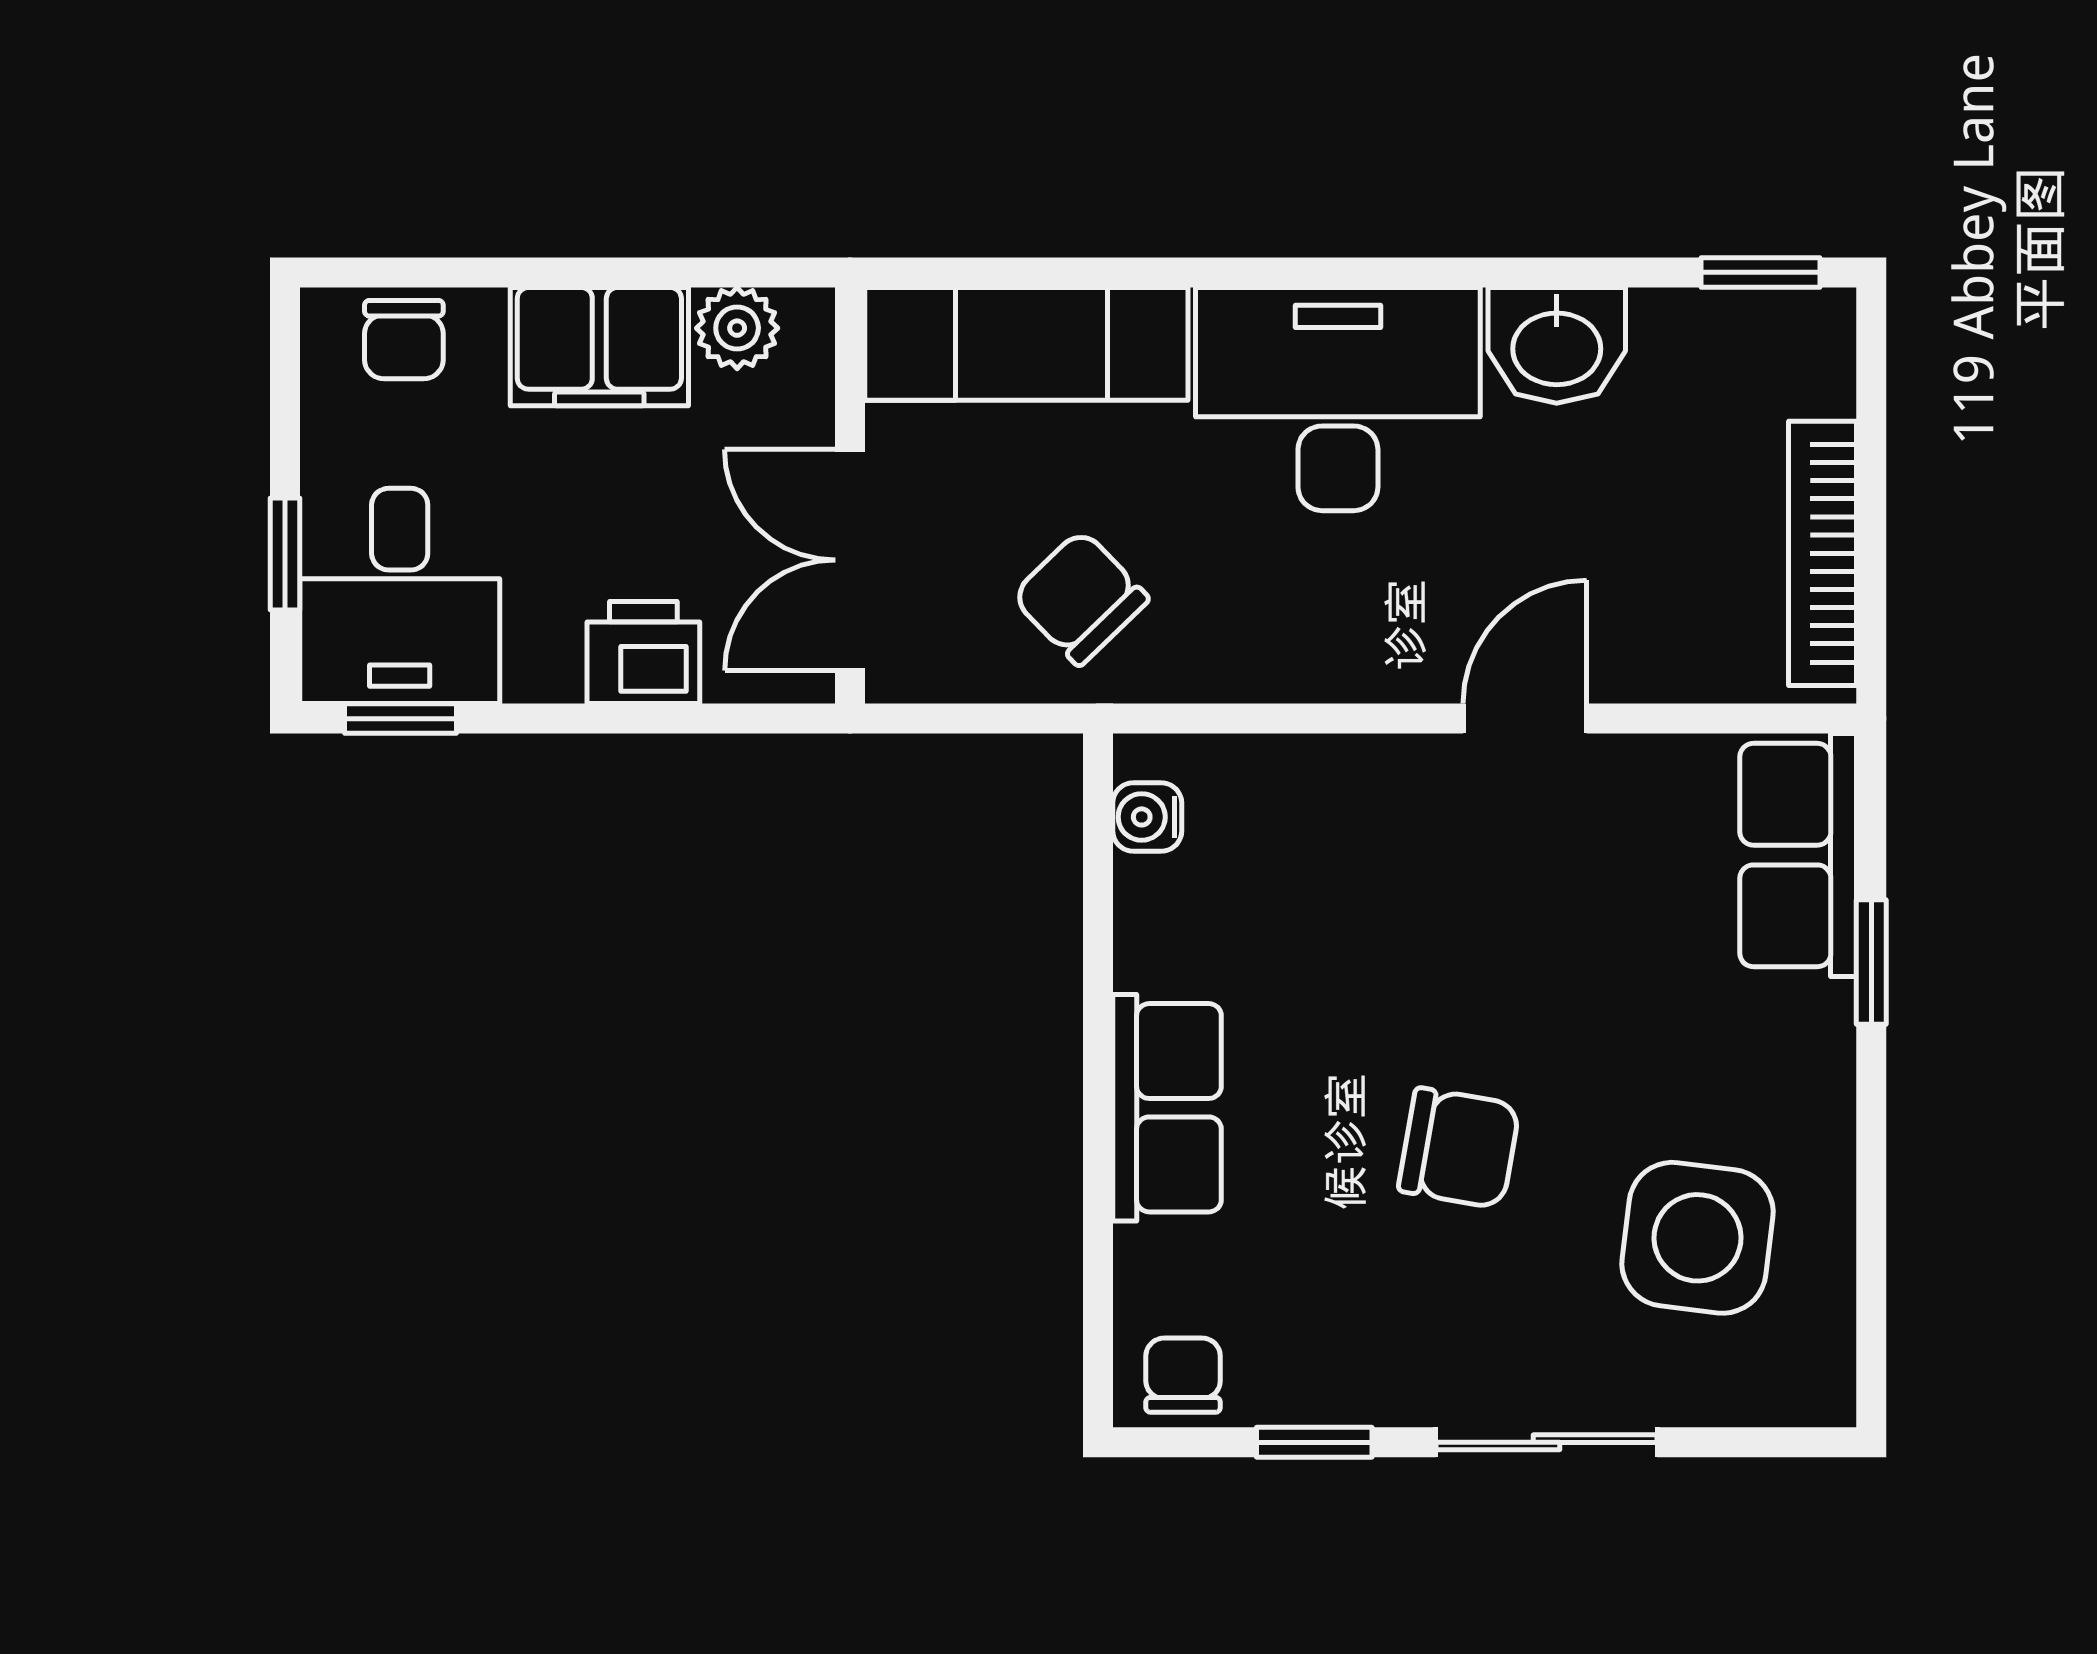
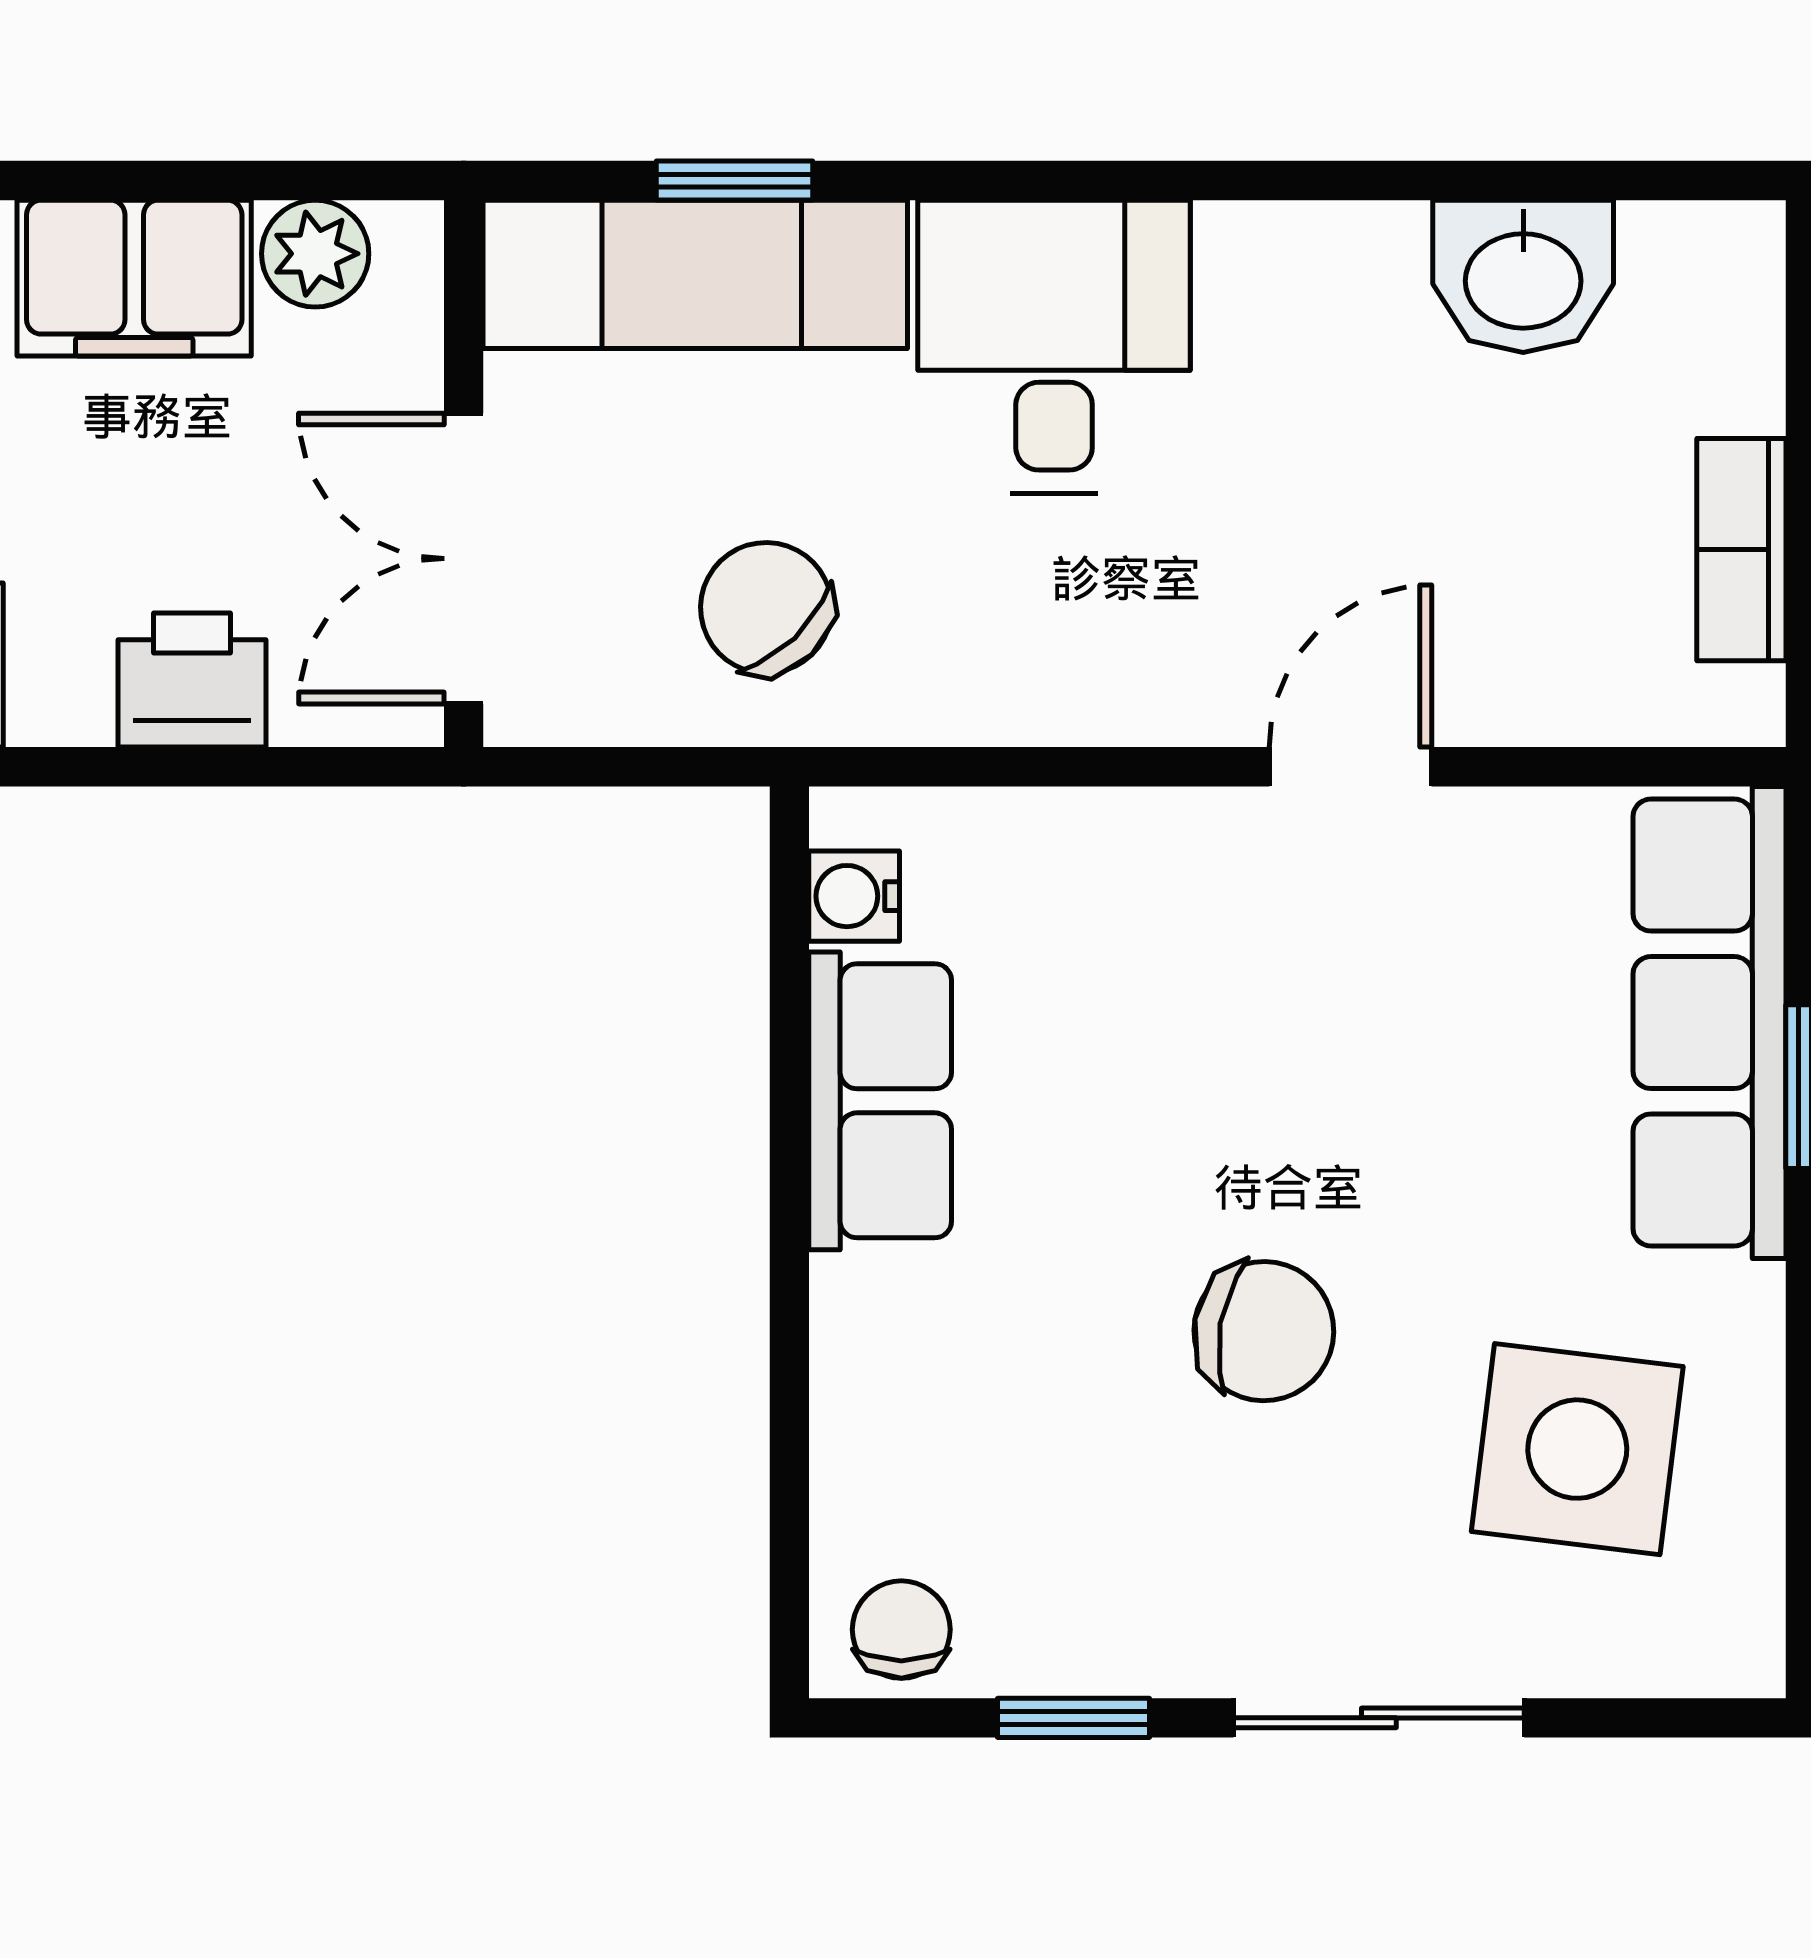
window: (1761, 272) -> (734, 181), moved
washbasin: (1557, 345) -> (1523, 276), moved
desk: (1338, 399) -> (1054, 347), width x0.73
bookcase: (1822, 553) -> (1741, 550), width x0.64
row of seats: (1798, 855) -> (1710, 1023), width x1.48
row of seats: (1167, 1108) -> (880, 1101), moved

